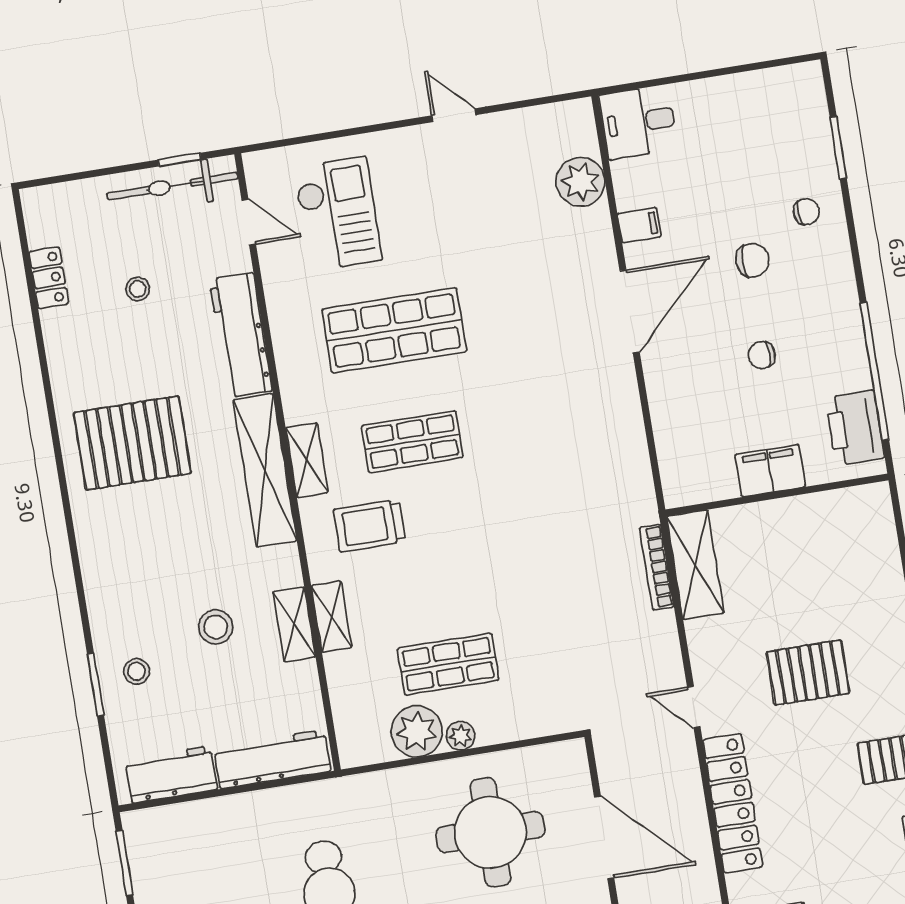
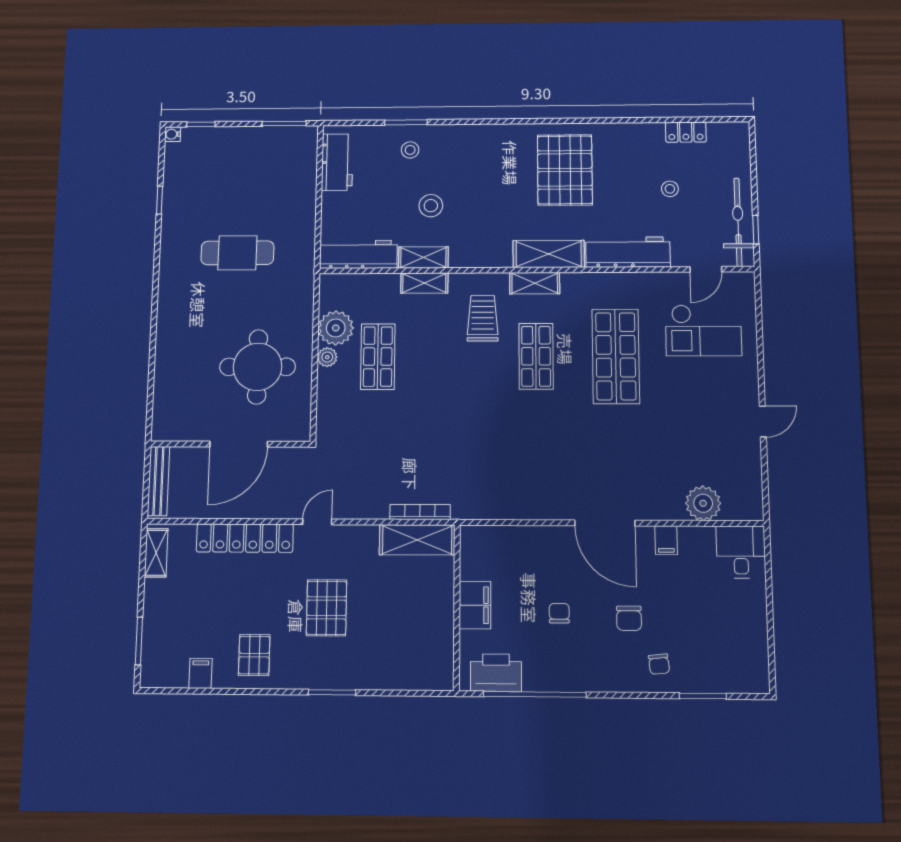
shelving: (265, 470) -> (549, 254), width x0.68
workbench: (272, 759) -> (358, 254), moved, turned -90

